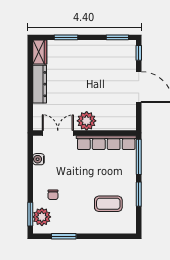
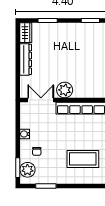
water cooler: (38, 159) -> (25, 134), moved
coffee table: (108, 204) -> (83, 159), width x1.36, depth x1.32

